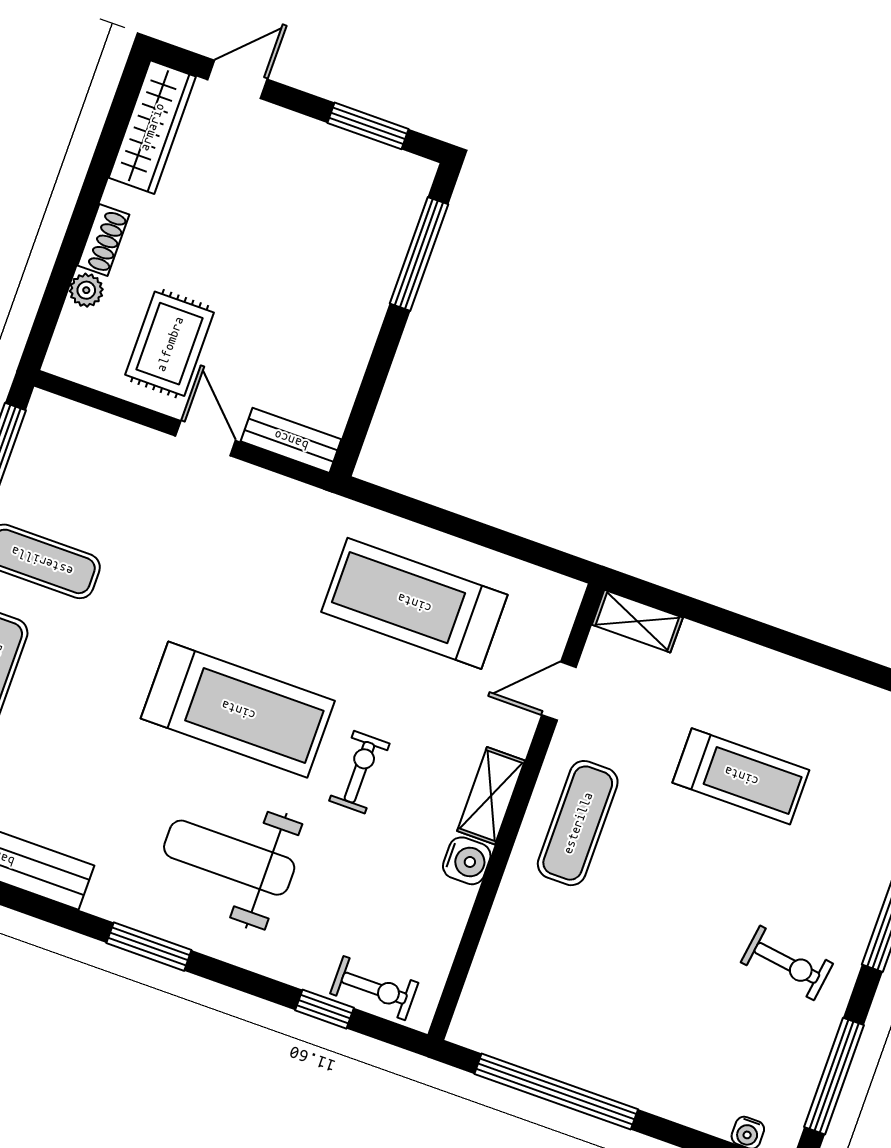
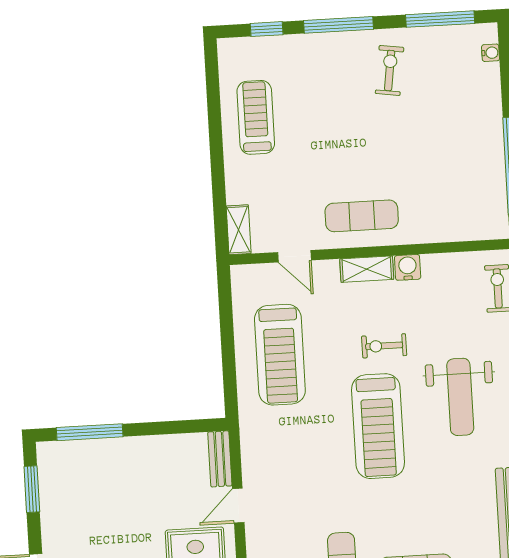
treadmill: (238, 710) -> (378, 426), turned 180
treadmill: (741, 776) -> (256, 117), moved

